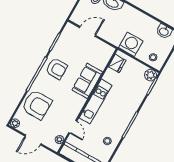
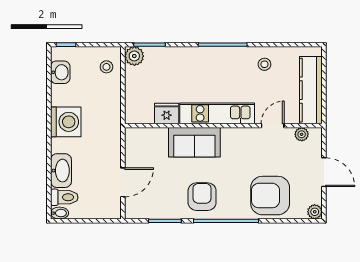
door: (88, 31) -> (123, 182), swing flipped
washing machine: (131, 44) -> (66, 122), moved, turned 180
fridge: (117, 64) -> (167, 114), moved
armchair: (37, 105) -> (270, 196), turned -90

